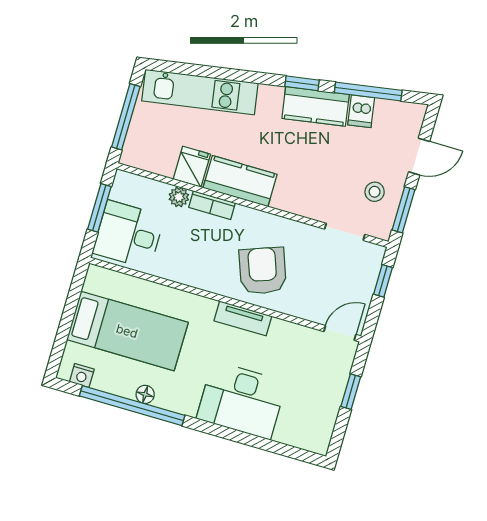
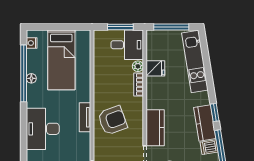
kitchen counter: (240, 181) -> (155, 128), moved
desk: (128, 235) -> (127, 45), moved, turned 90

